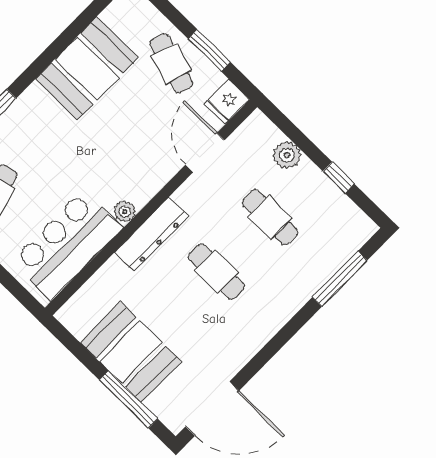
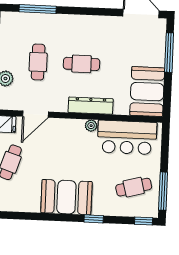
booth: (87, 68) -> (66, 197), moved
cafe table: (216, 272) -> (82, 64), turned 90
booth: (131, 352) -> (147, 92), moved

